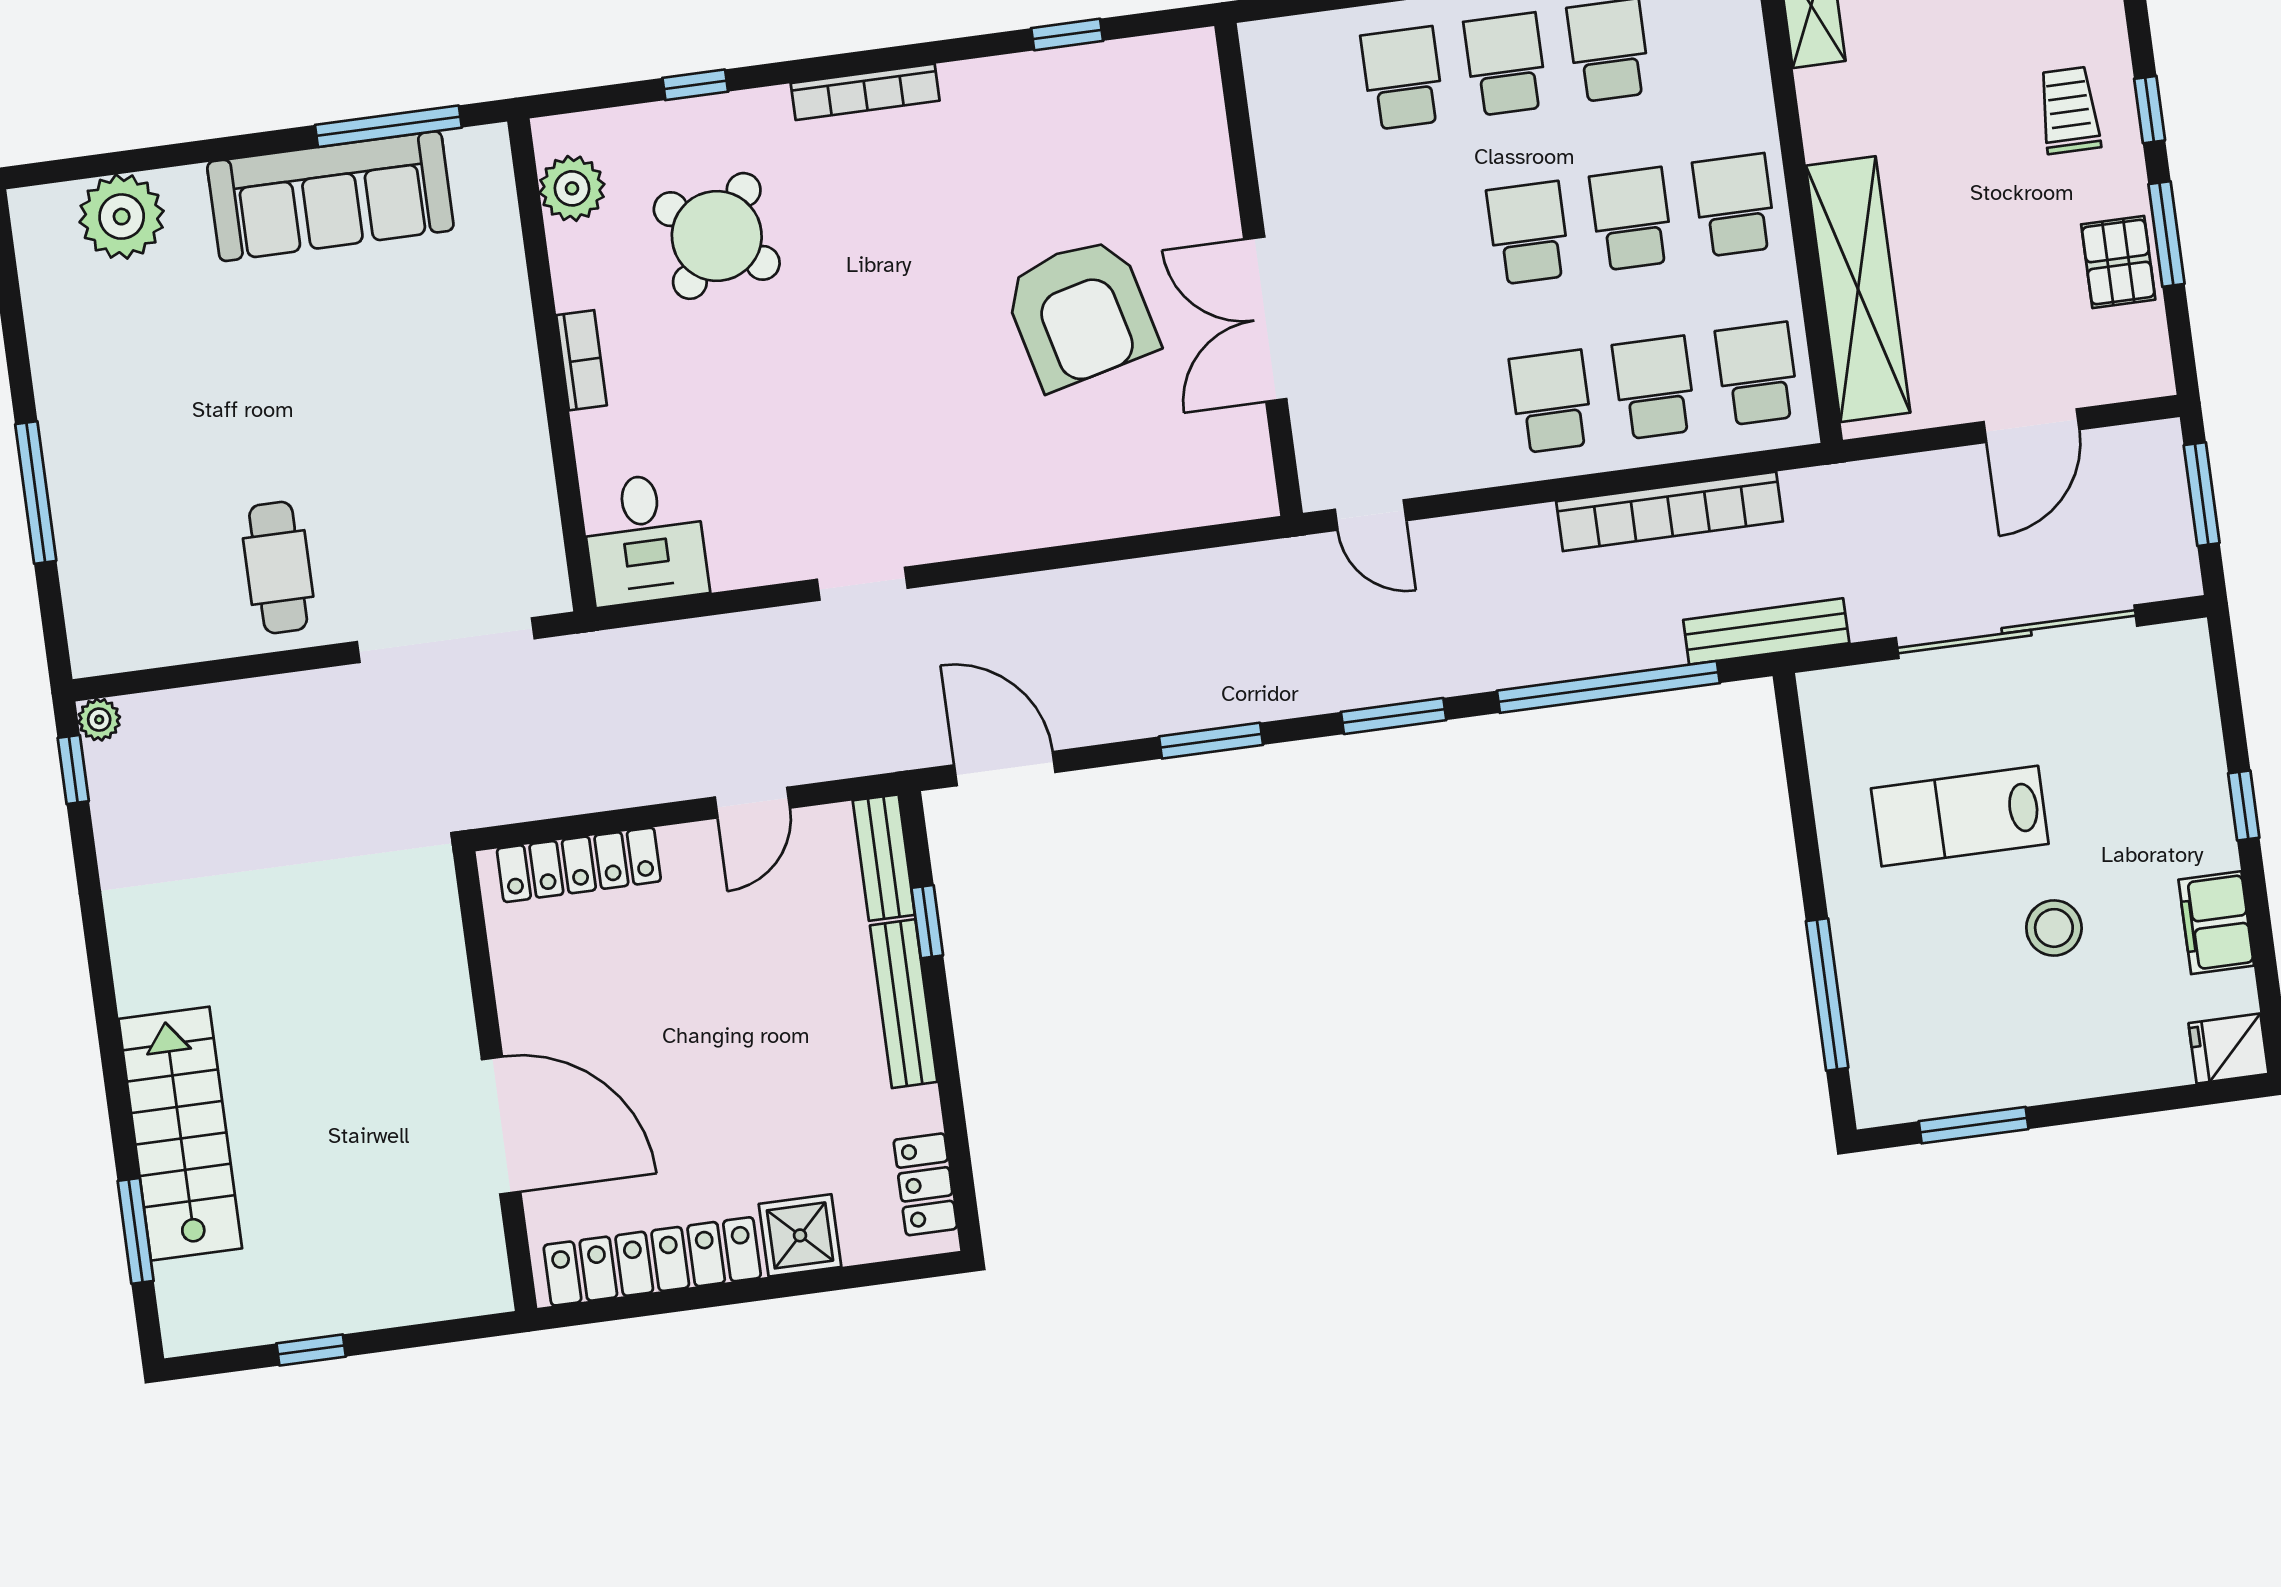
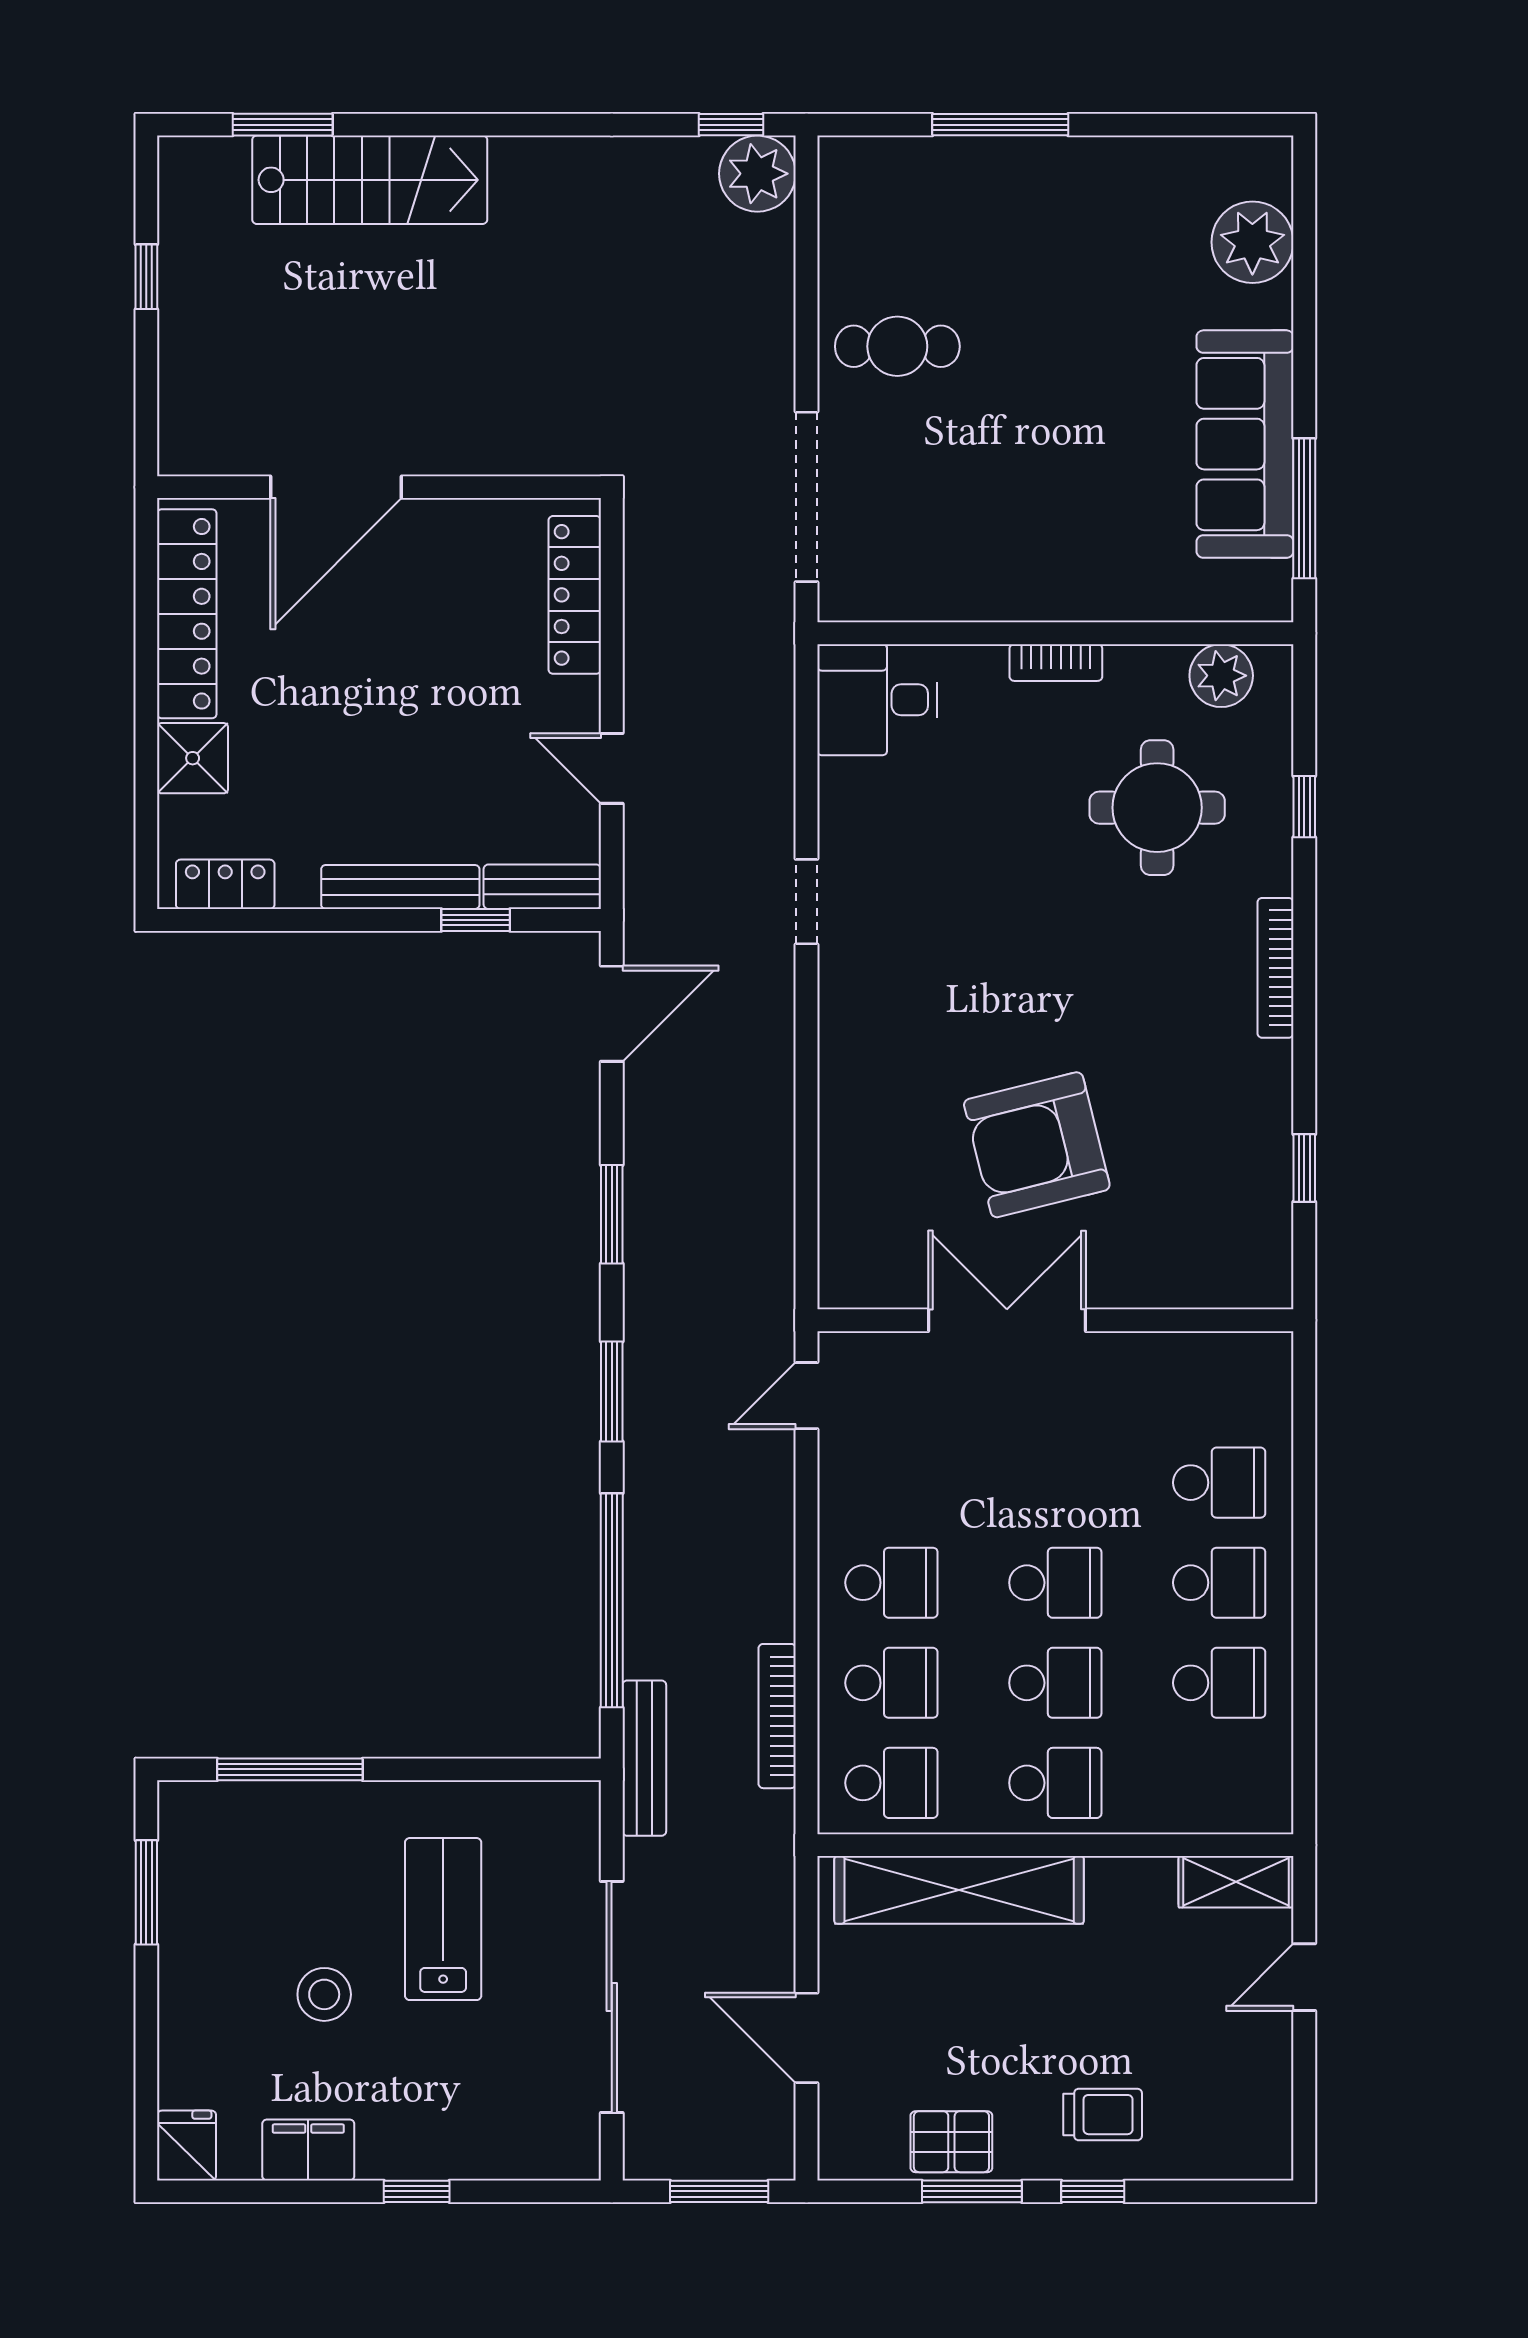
round table: (717, 236) -> (1157, 808), turned -38
bookcase: (1670, 511) -> (777, 1716), width x0.68, depth x0.76
plant: (99, 720) -> (757, 174), width x1.87, depth x1.87

